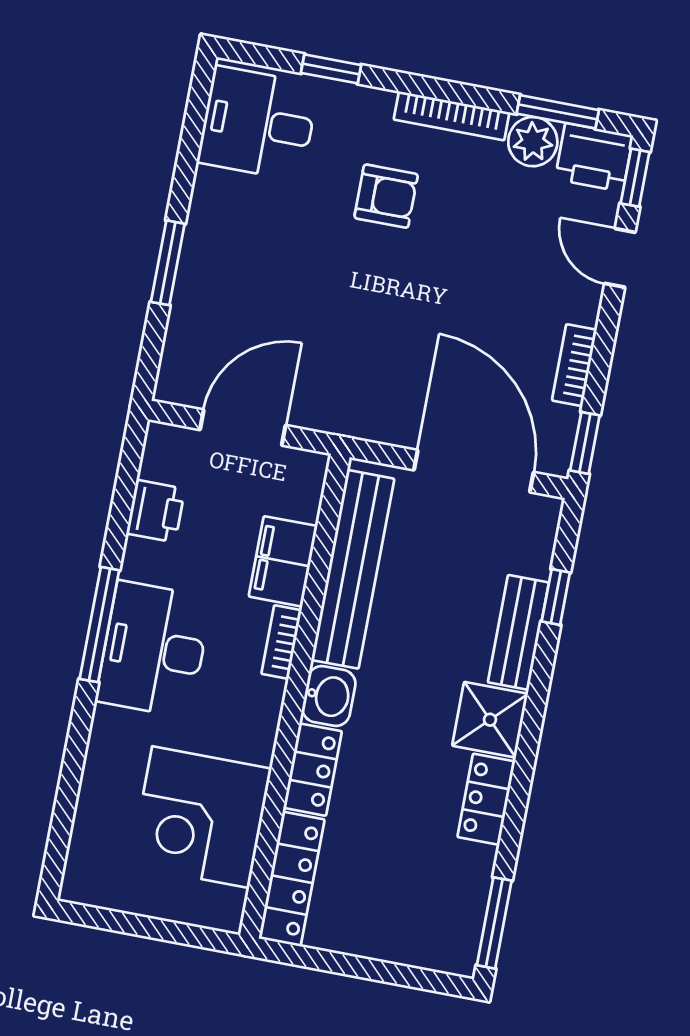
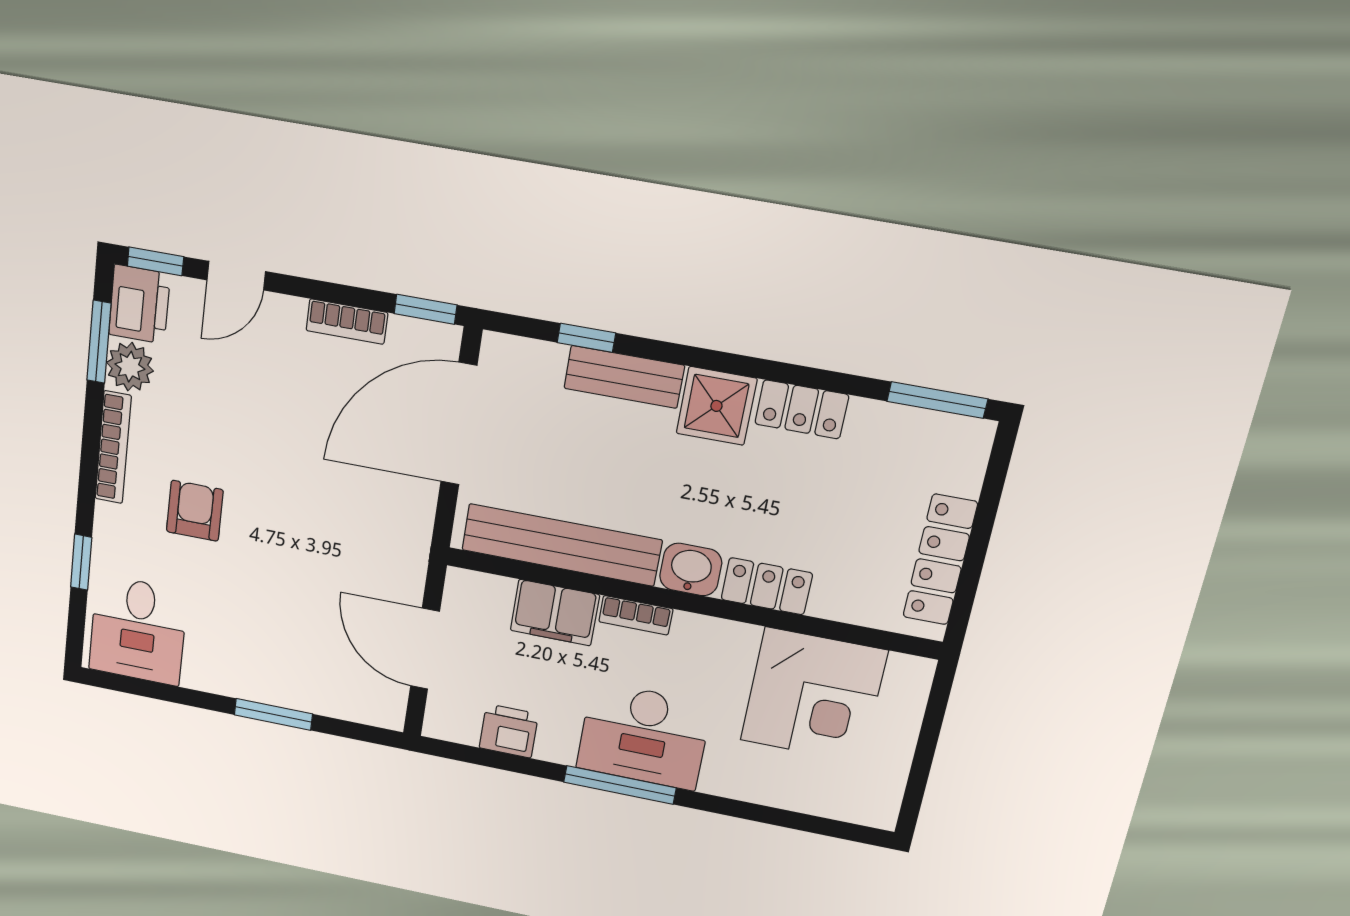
locker: (292, 879) -> (940, 560), moved, turned -90

